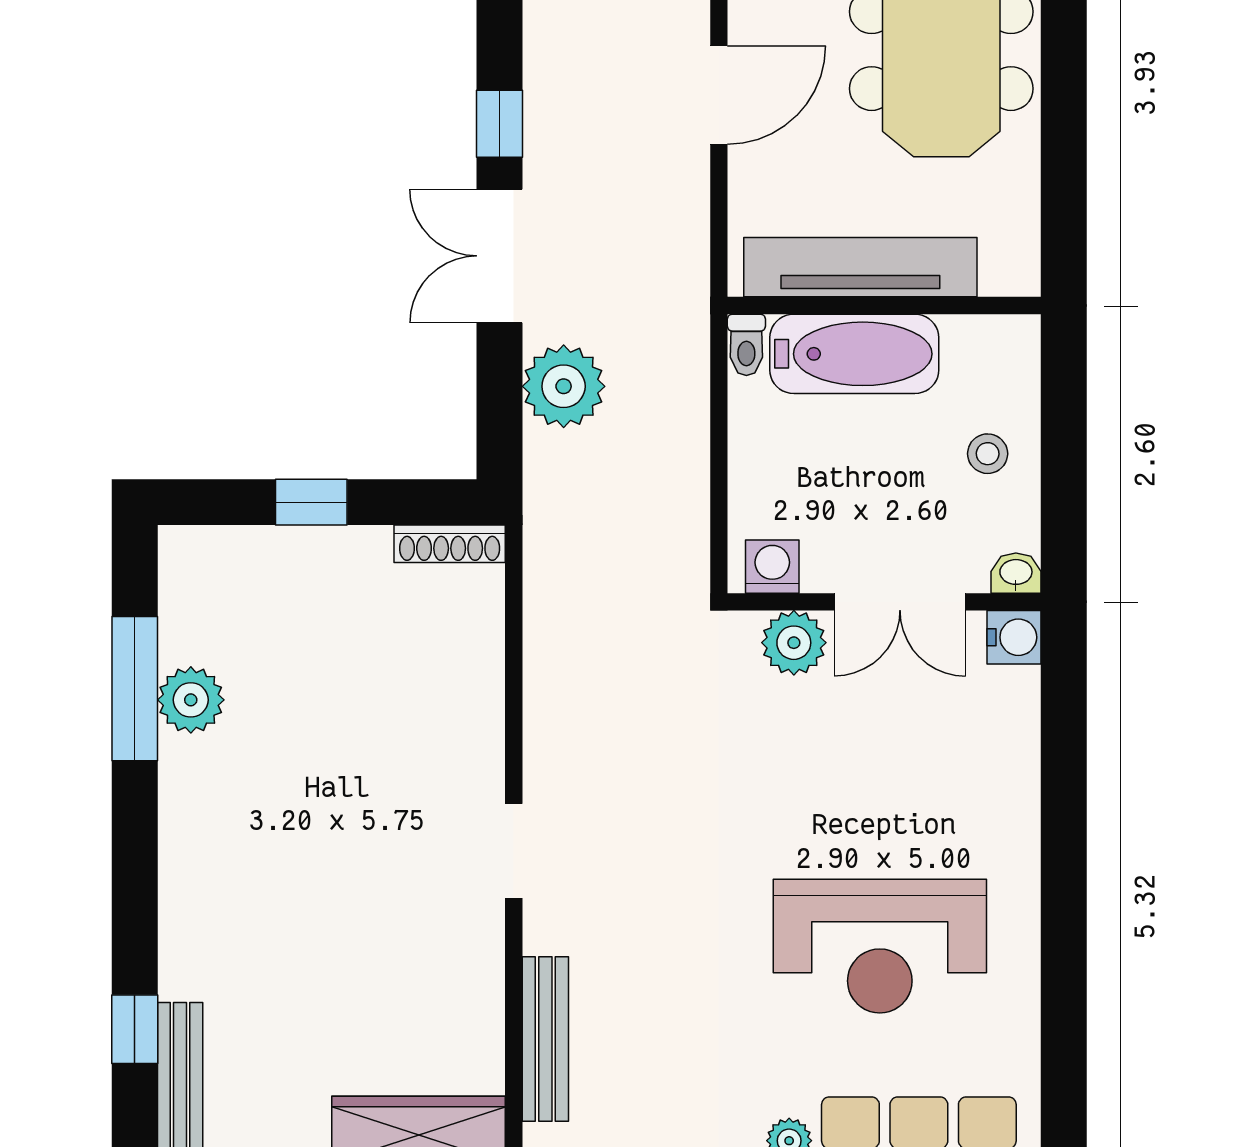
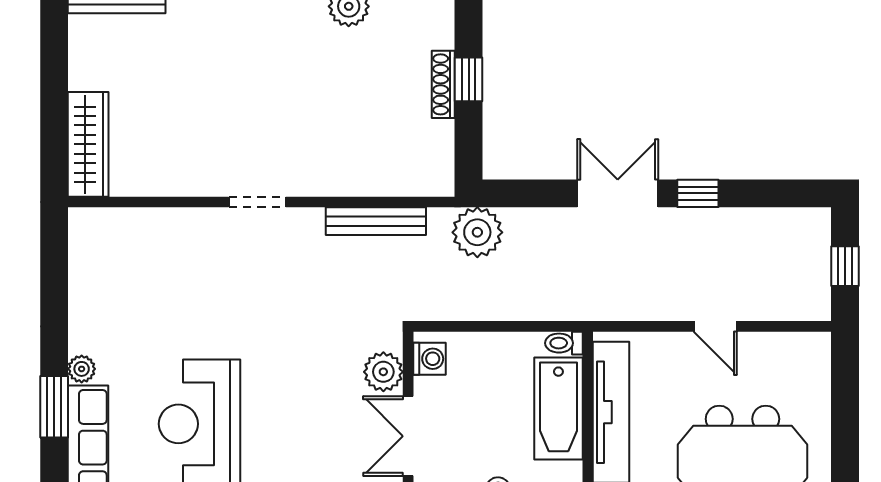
door: (719, 95) -> (715, 326), width x0.73
plant: (564, 386) -> (477, 232), moved
shoe rack: (450, 544) -> (443, 84), moved
bench: (545, 1039) -> (376, 221), moved

